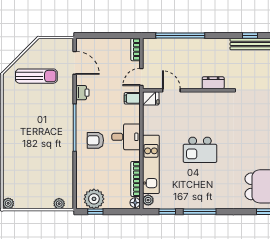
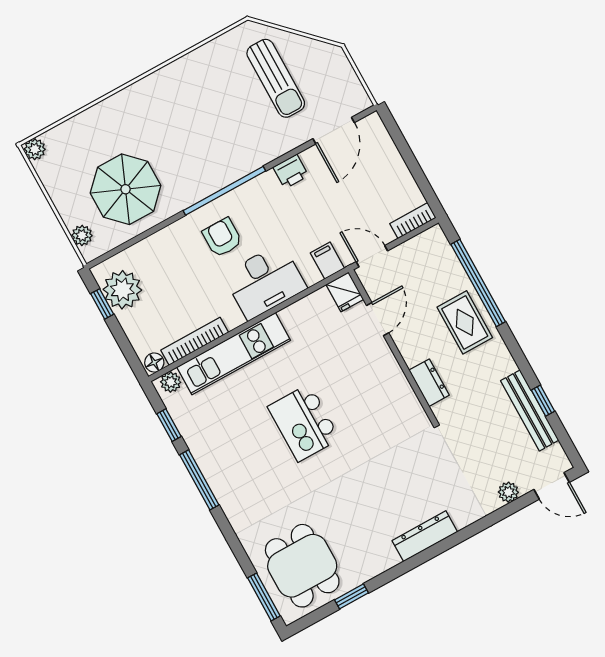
rug: (195, 51) -> (465, 322), added
desk: (126, 137) -> (265, 281), width x1.37
parasol: (49, 172) -> (126, 189), added

